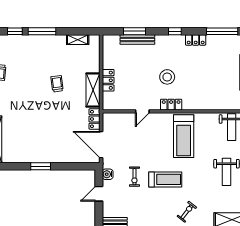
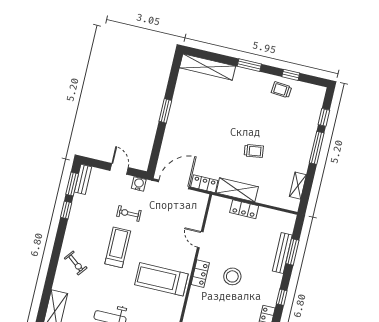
treadmill: (165, 179) -> (118, 247), turned 180

